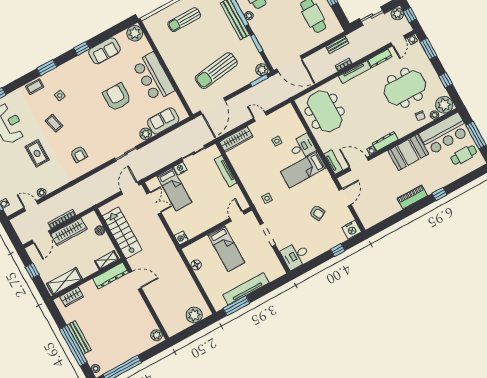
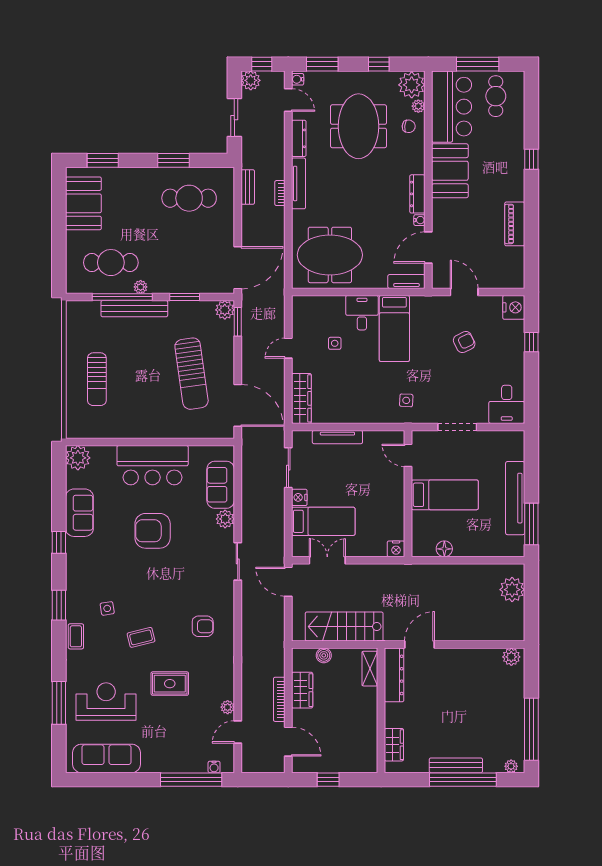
piano: (412, 197) -> (515, 224), moved
wardrobe: (69, 232) -> (302, 690), width x0.67
shelving: (64, 281) -> (367, 743), removed

